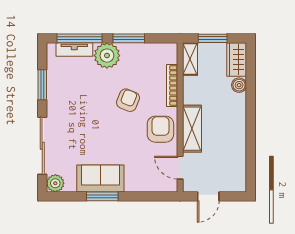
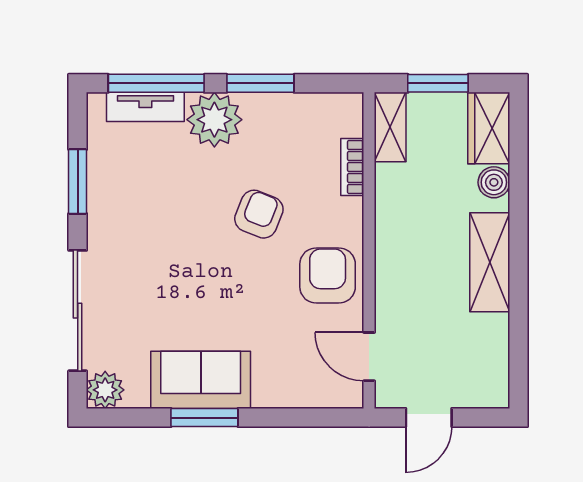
bookcase: (172, 85) -> (352, 167), width x0.64
shelving: (192, 129) -> (490, 262), moved

